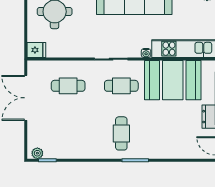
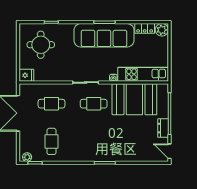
cafe table: (121, 133) -> (52, 141), moved

